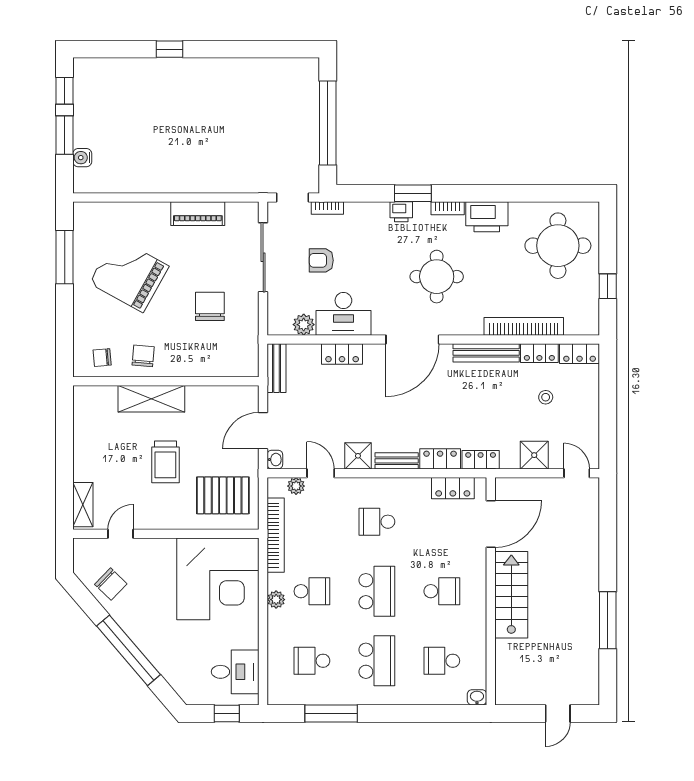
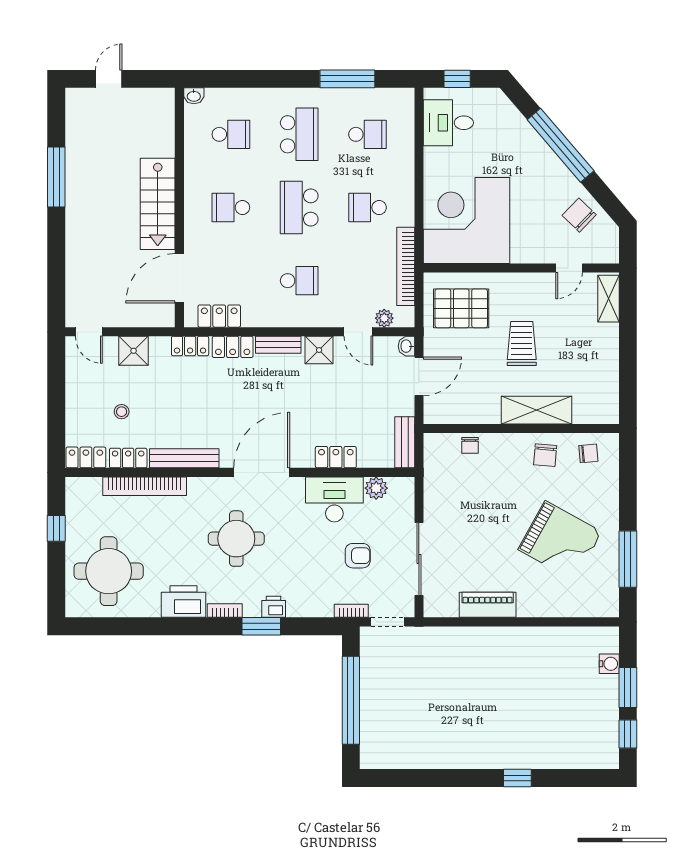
chair: (210, 306) -> (470, 445), moved, width x0.54, depth x0.54
plant: (276, 600) -> (405, 199), removed
school desk: (377, 661) -> (299, 134), turned 180

